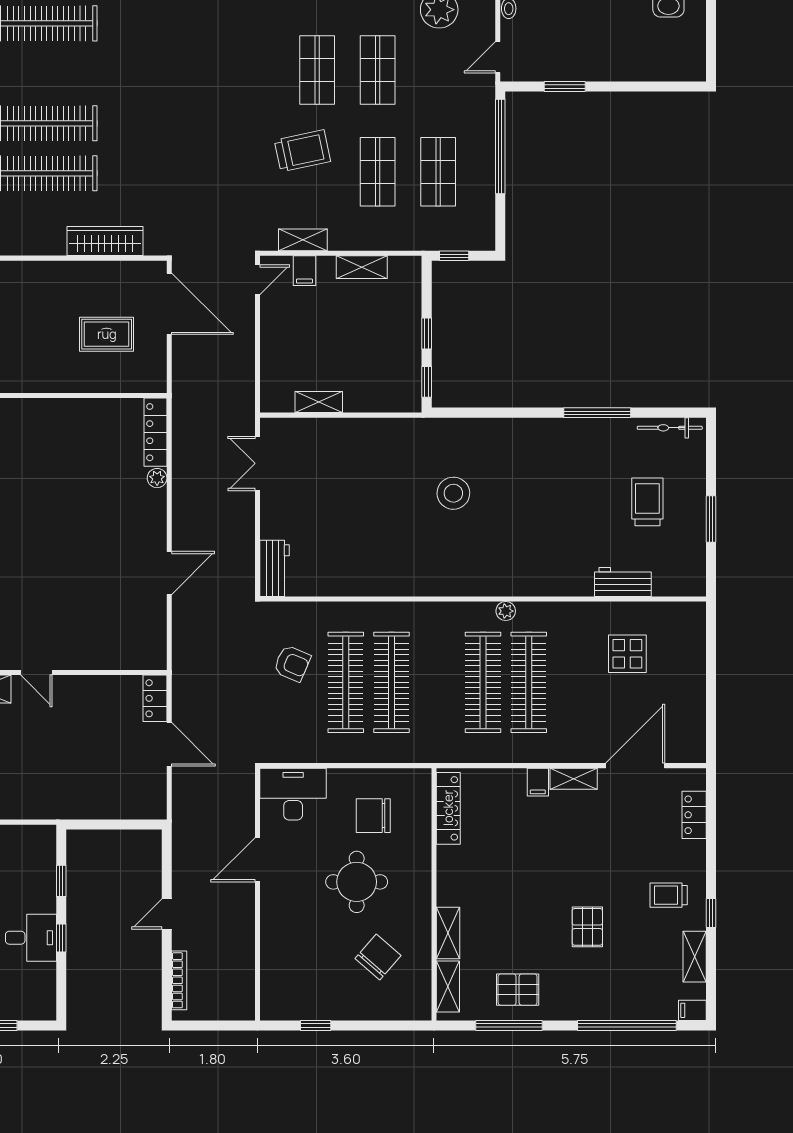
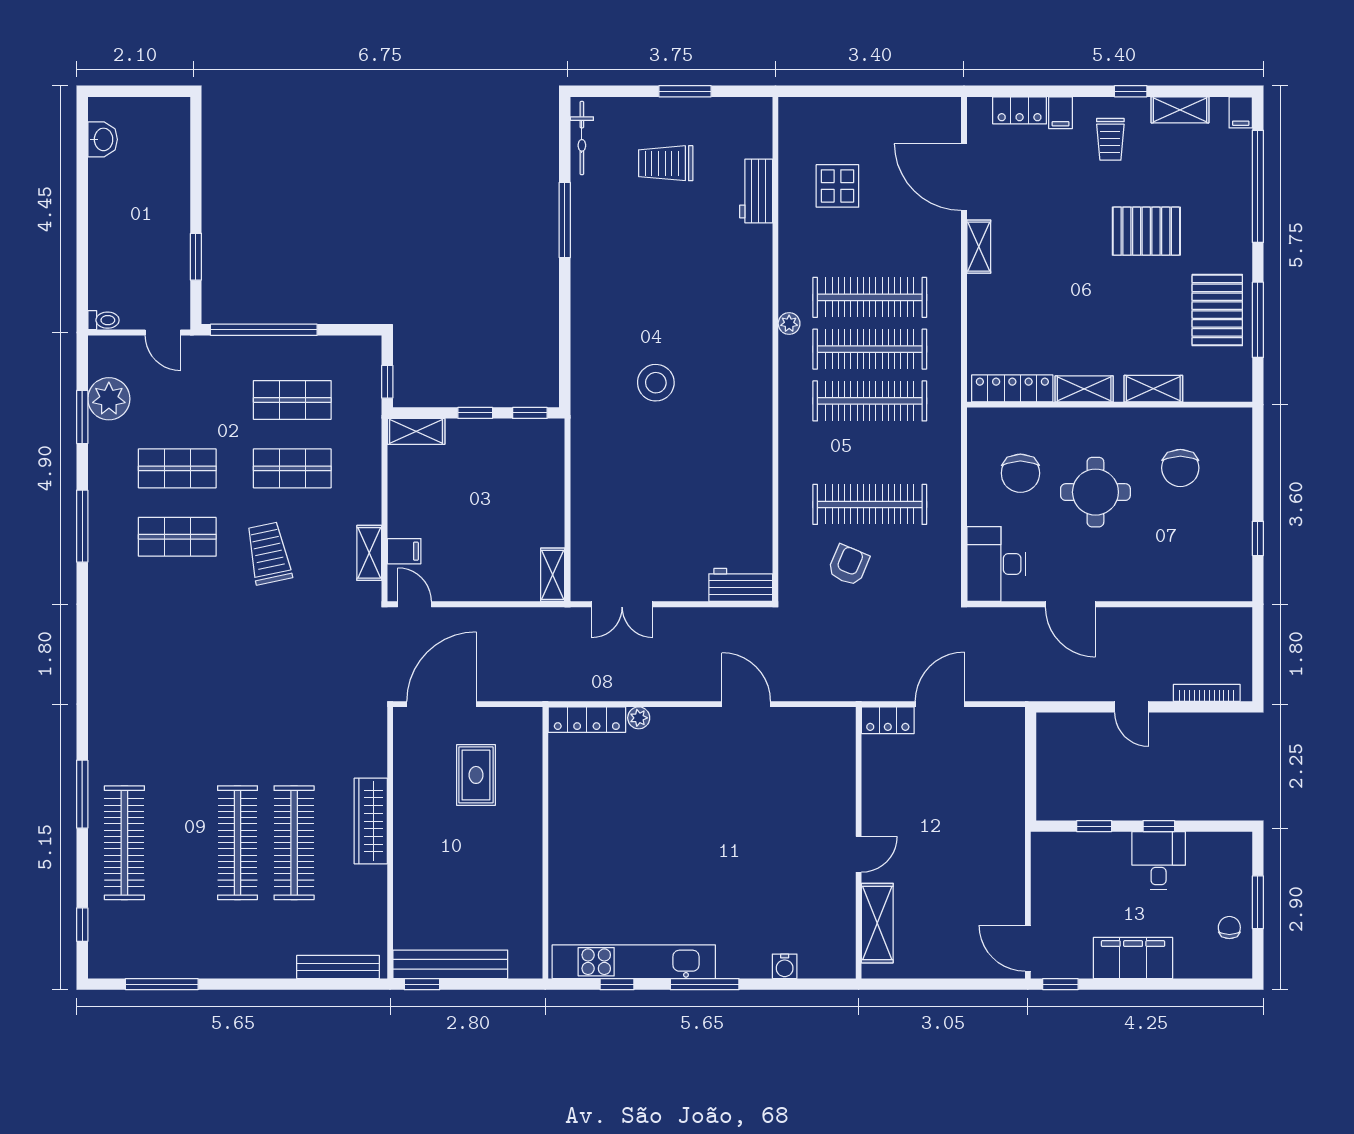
wardrobe: (105, 241) -> (371, 821), moved
shelving: (362, 267) -> (416, 431), moved, turned 90
shelving: (319, 402) -> (553, 575), moved
clothes rail: (391, 682) -> (870, 401), moved
filing cabinet: (538, 782) -> (1061, 113), moved, turned 90
pallet: (587, 927) -> (1146, 231), width x1.50, depth x1.42
chair: (378, 957) -> (1180, 468), turned -131
shelving: (448, 986) -> (1084, 389), moved
pallet: (518, 990) -> (1217, 310), width x1.50, depth x1.42

